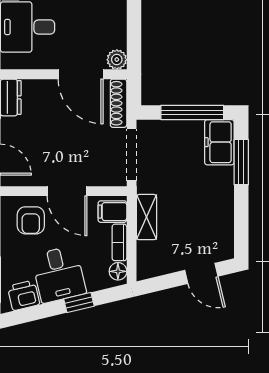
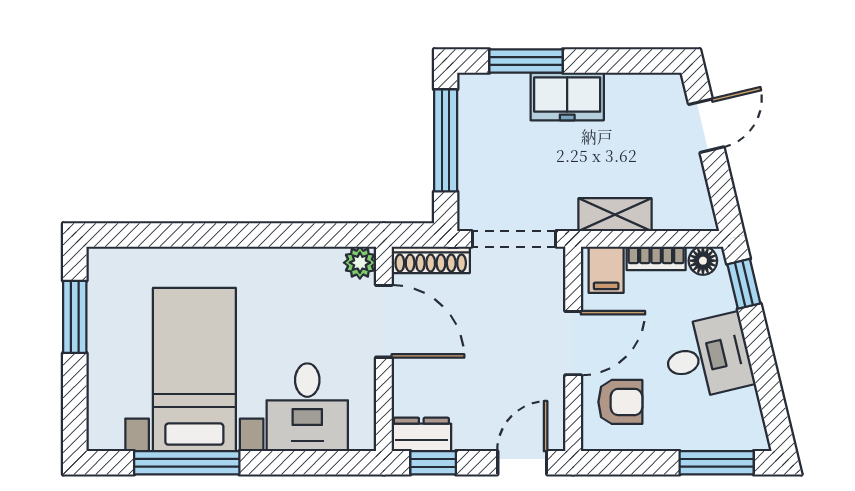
door: (81, 74) -> (384, 321), hinge flipped
freezer: (219, 142) -> (567, 96), moved
printer: (24, 295) -> (742, 414), removed
window: (79, 303) -> (744, 284), moved

